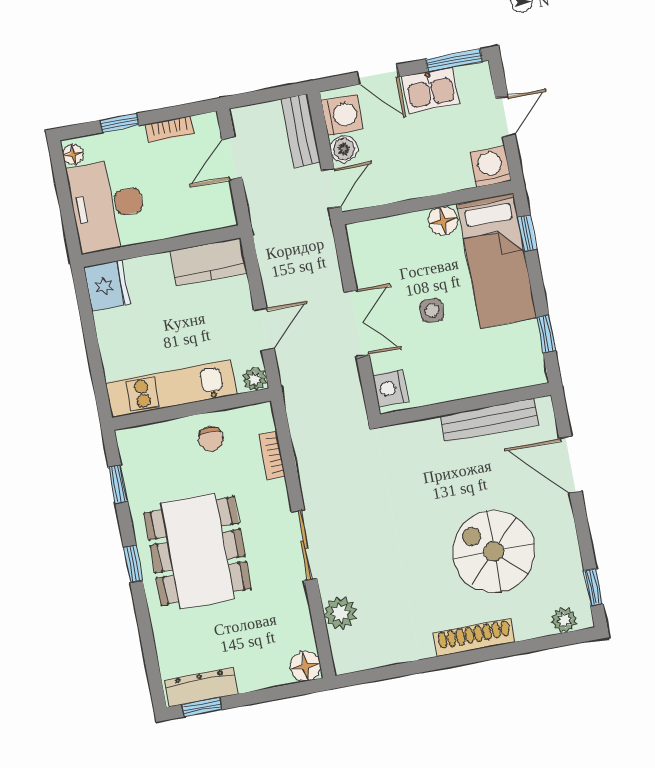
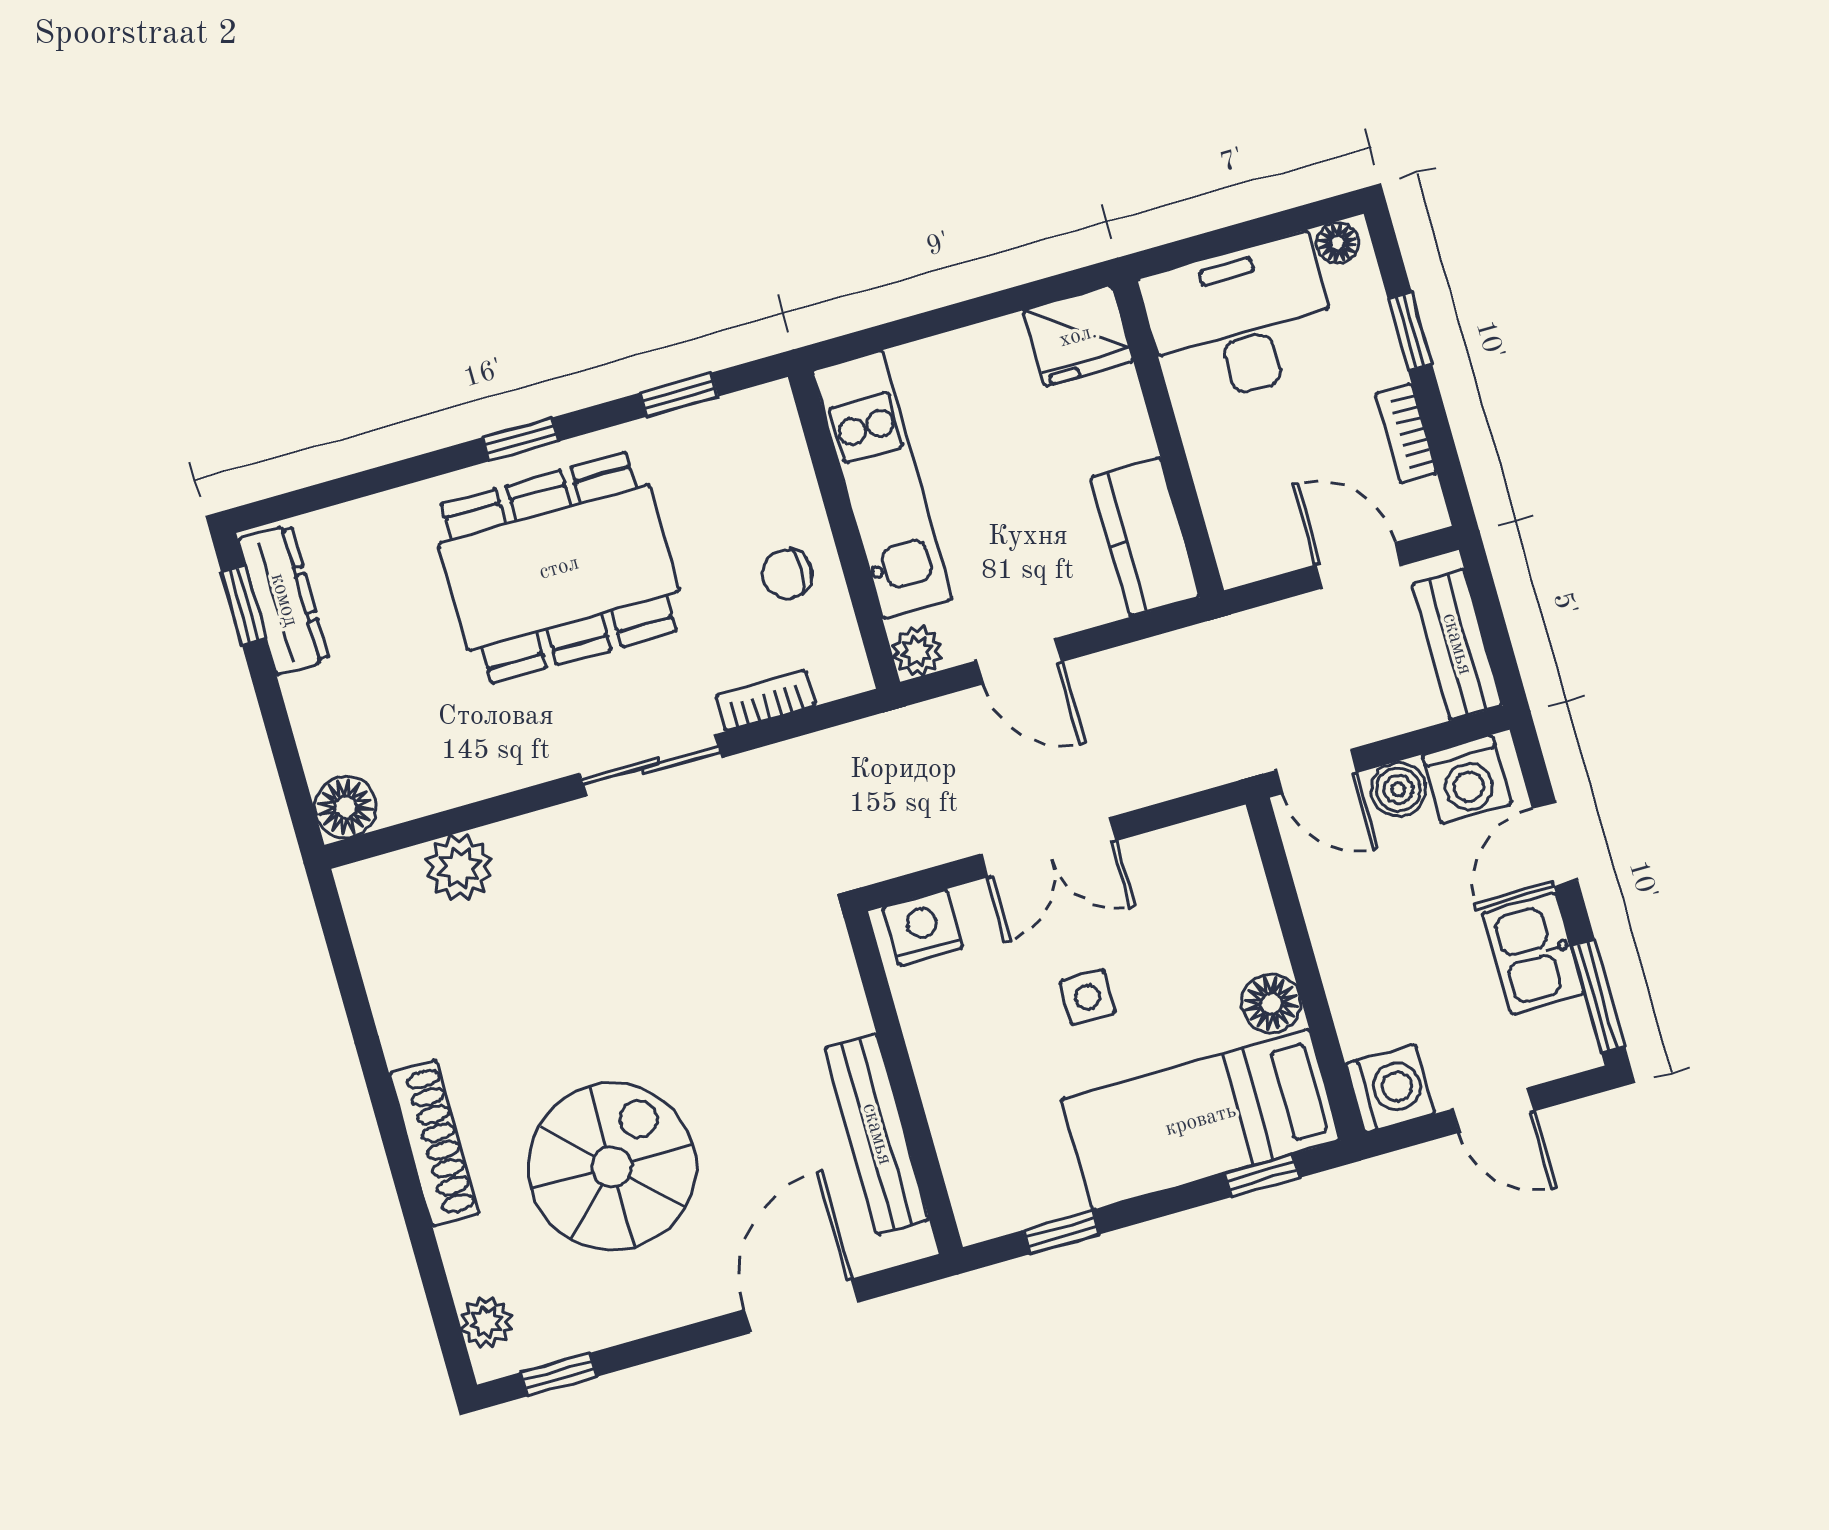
bench: (301, 131) -> (1457, 644), moved, turned 90
sliding door: (304, 545) -> (651, 765), moved

